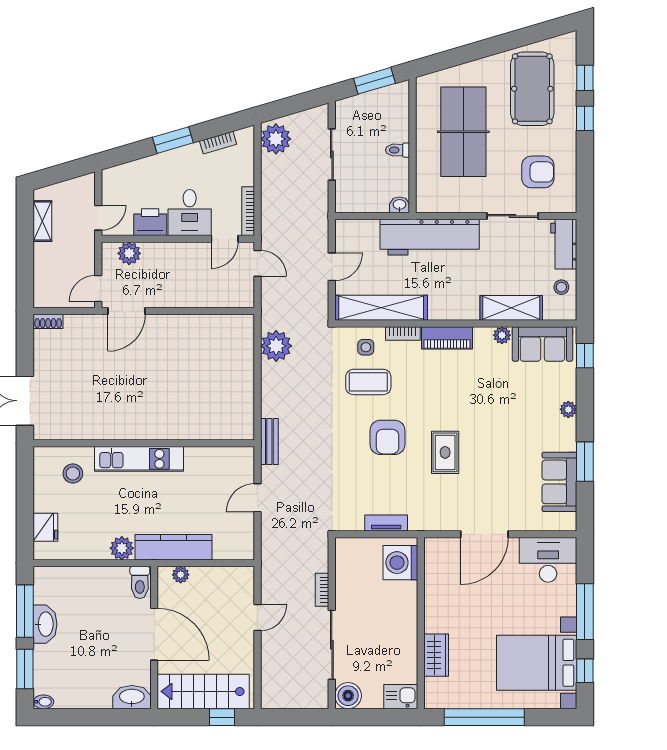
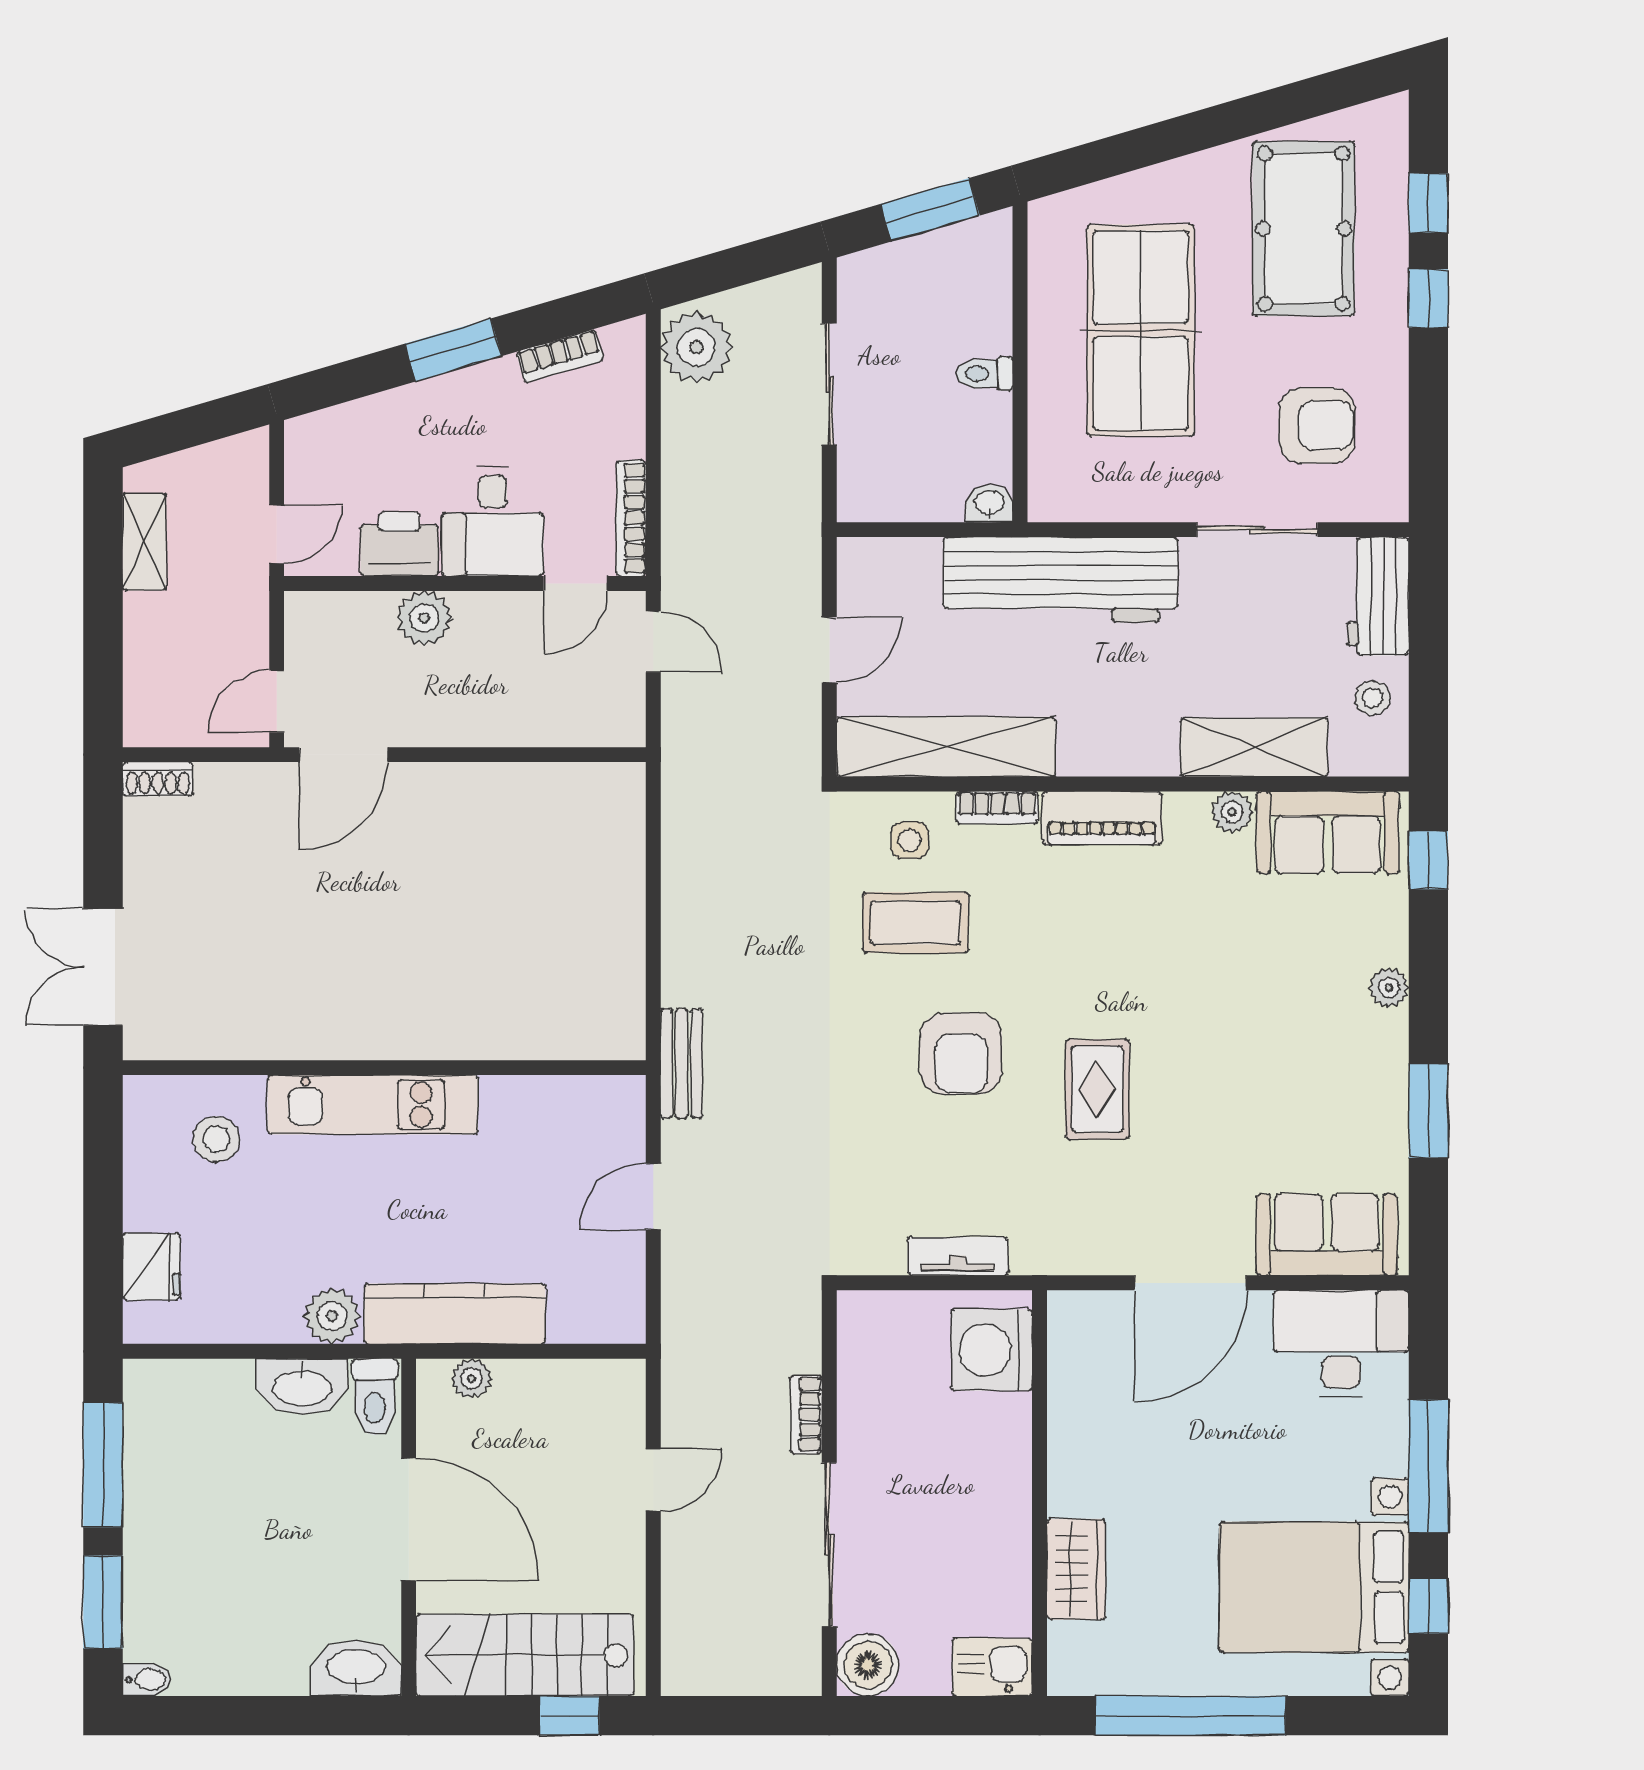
plant: (129, 253) -> (424, 618), moved
plant: (276, 346) -> (697, 837), removed
sofa: (559, 482) -> (1327, 1235), moved, turned 90
washbasin: (45, 624) -> (302, 1386), moved, turned 90

